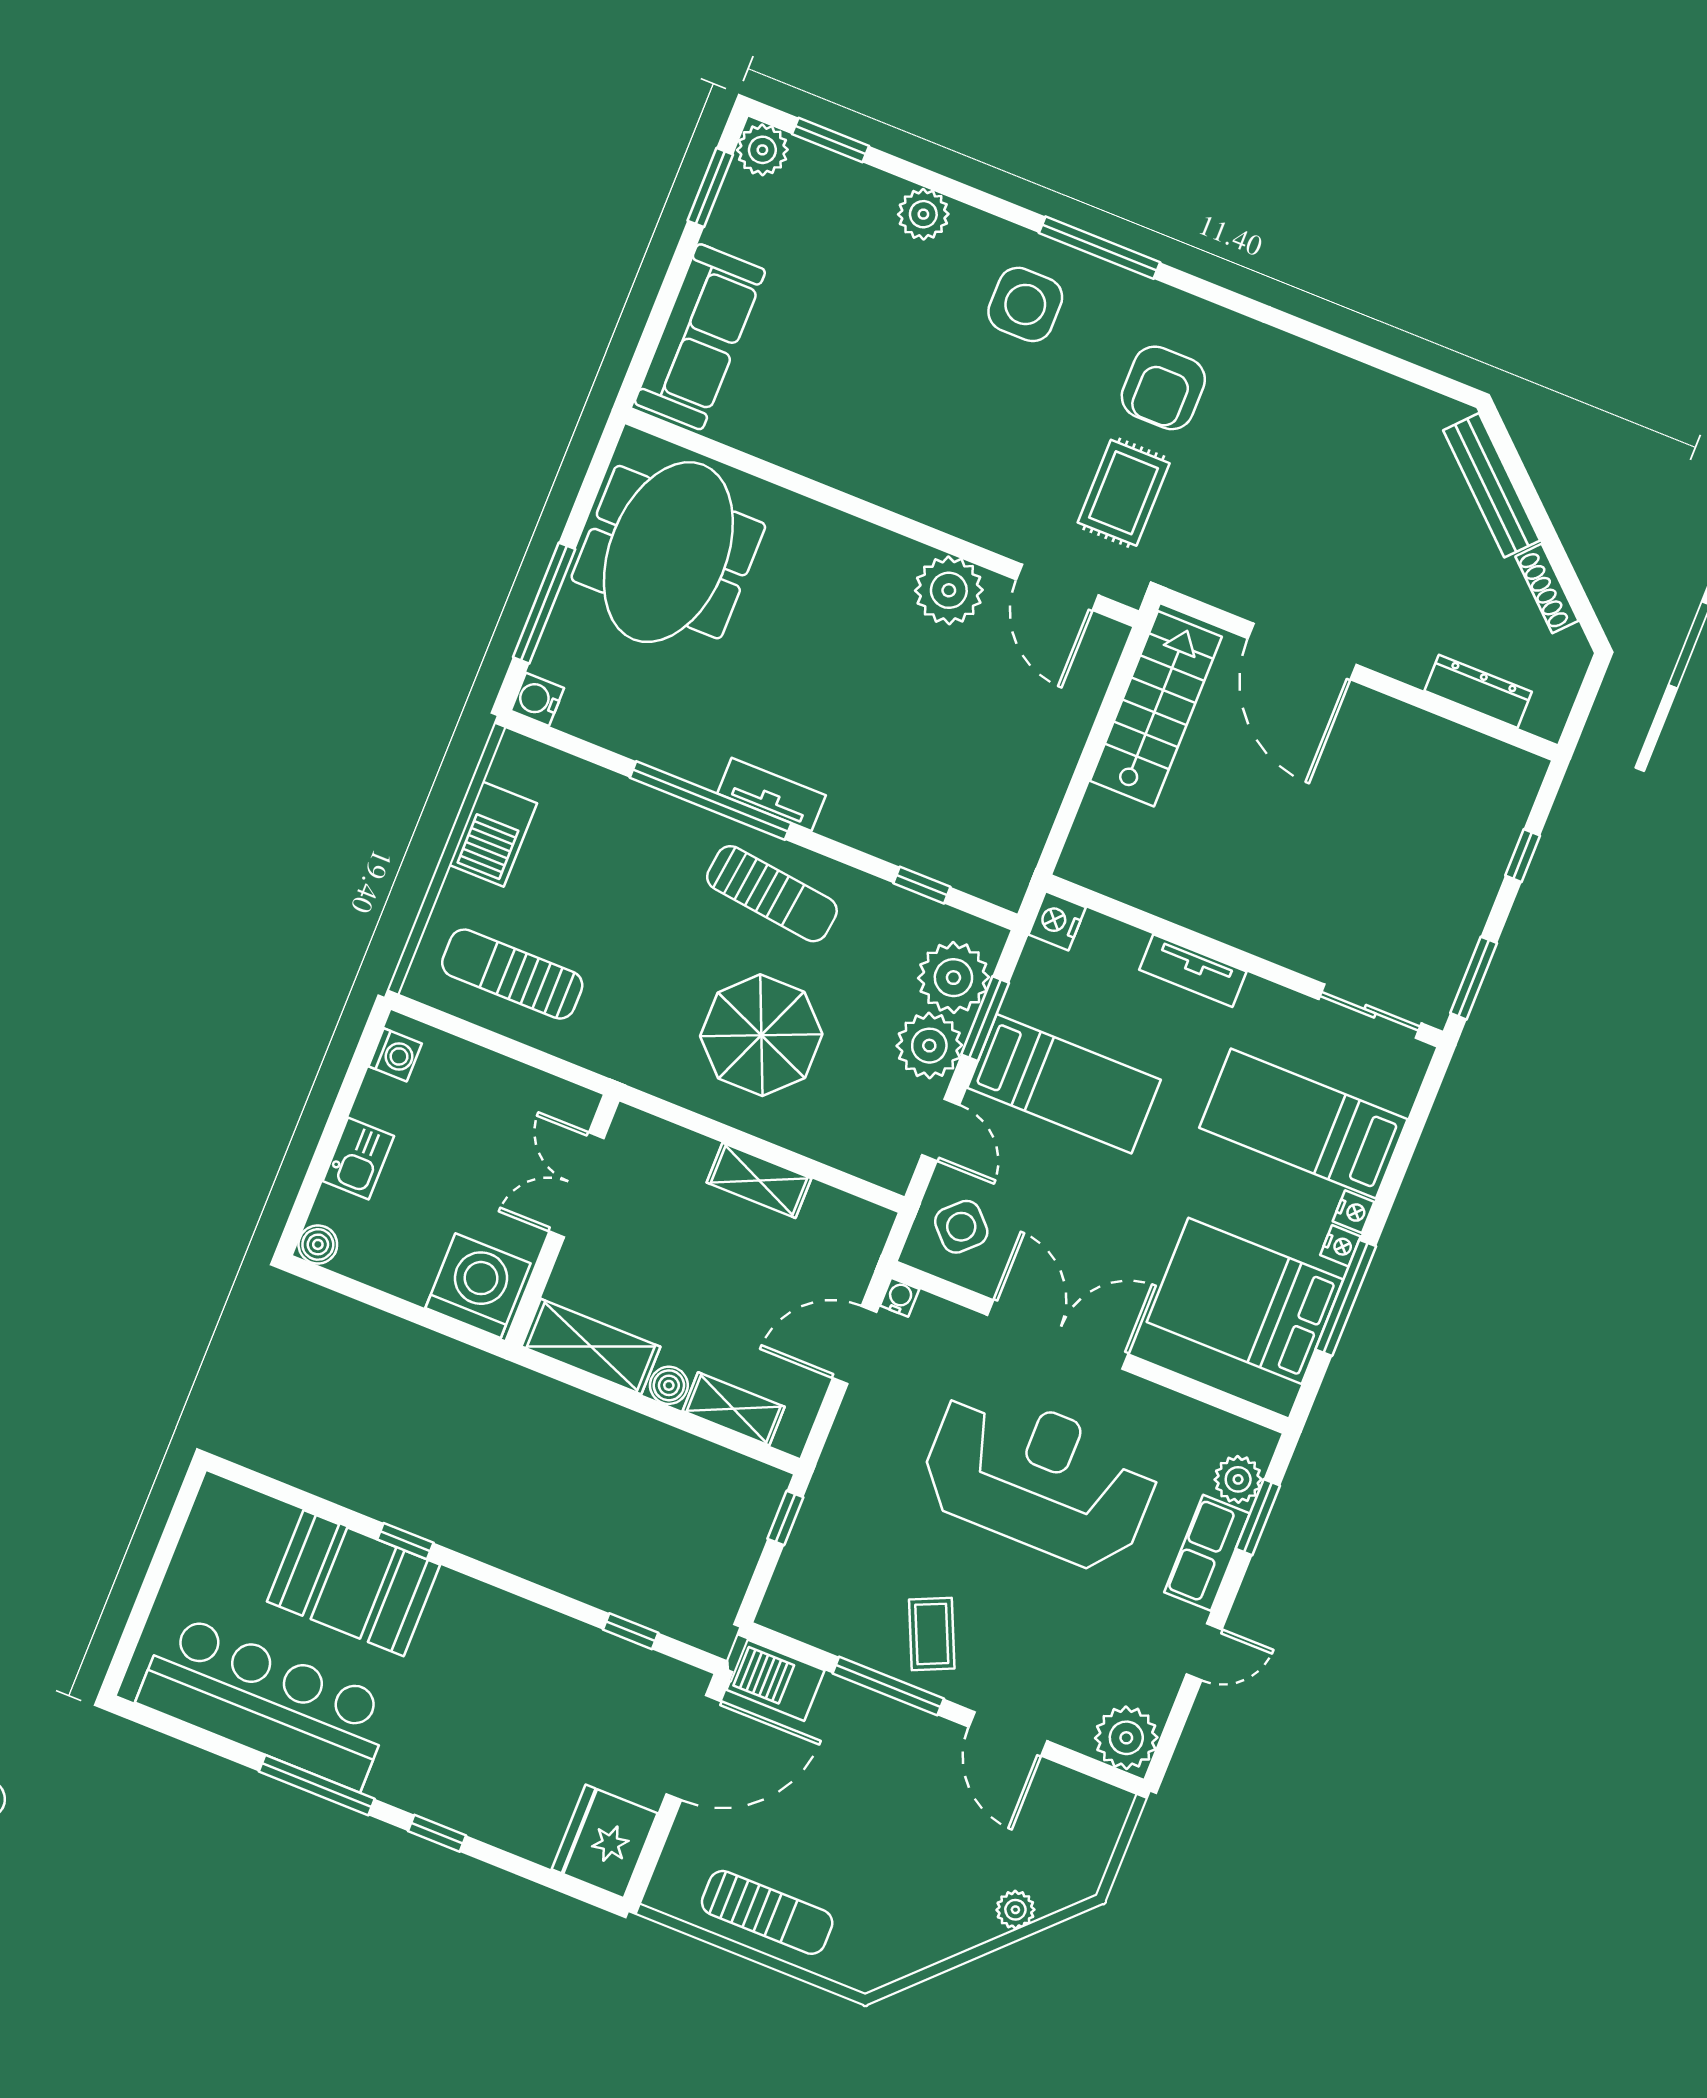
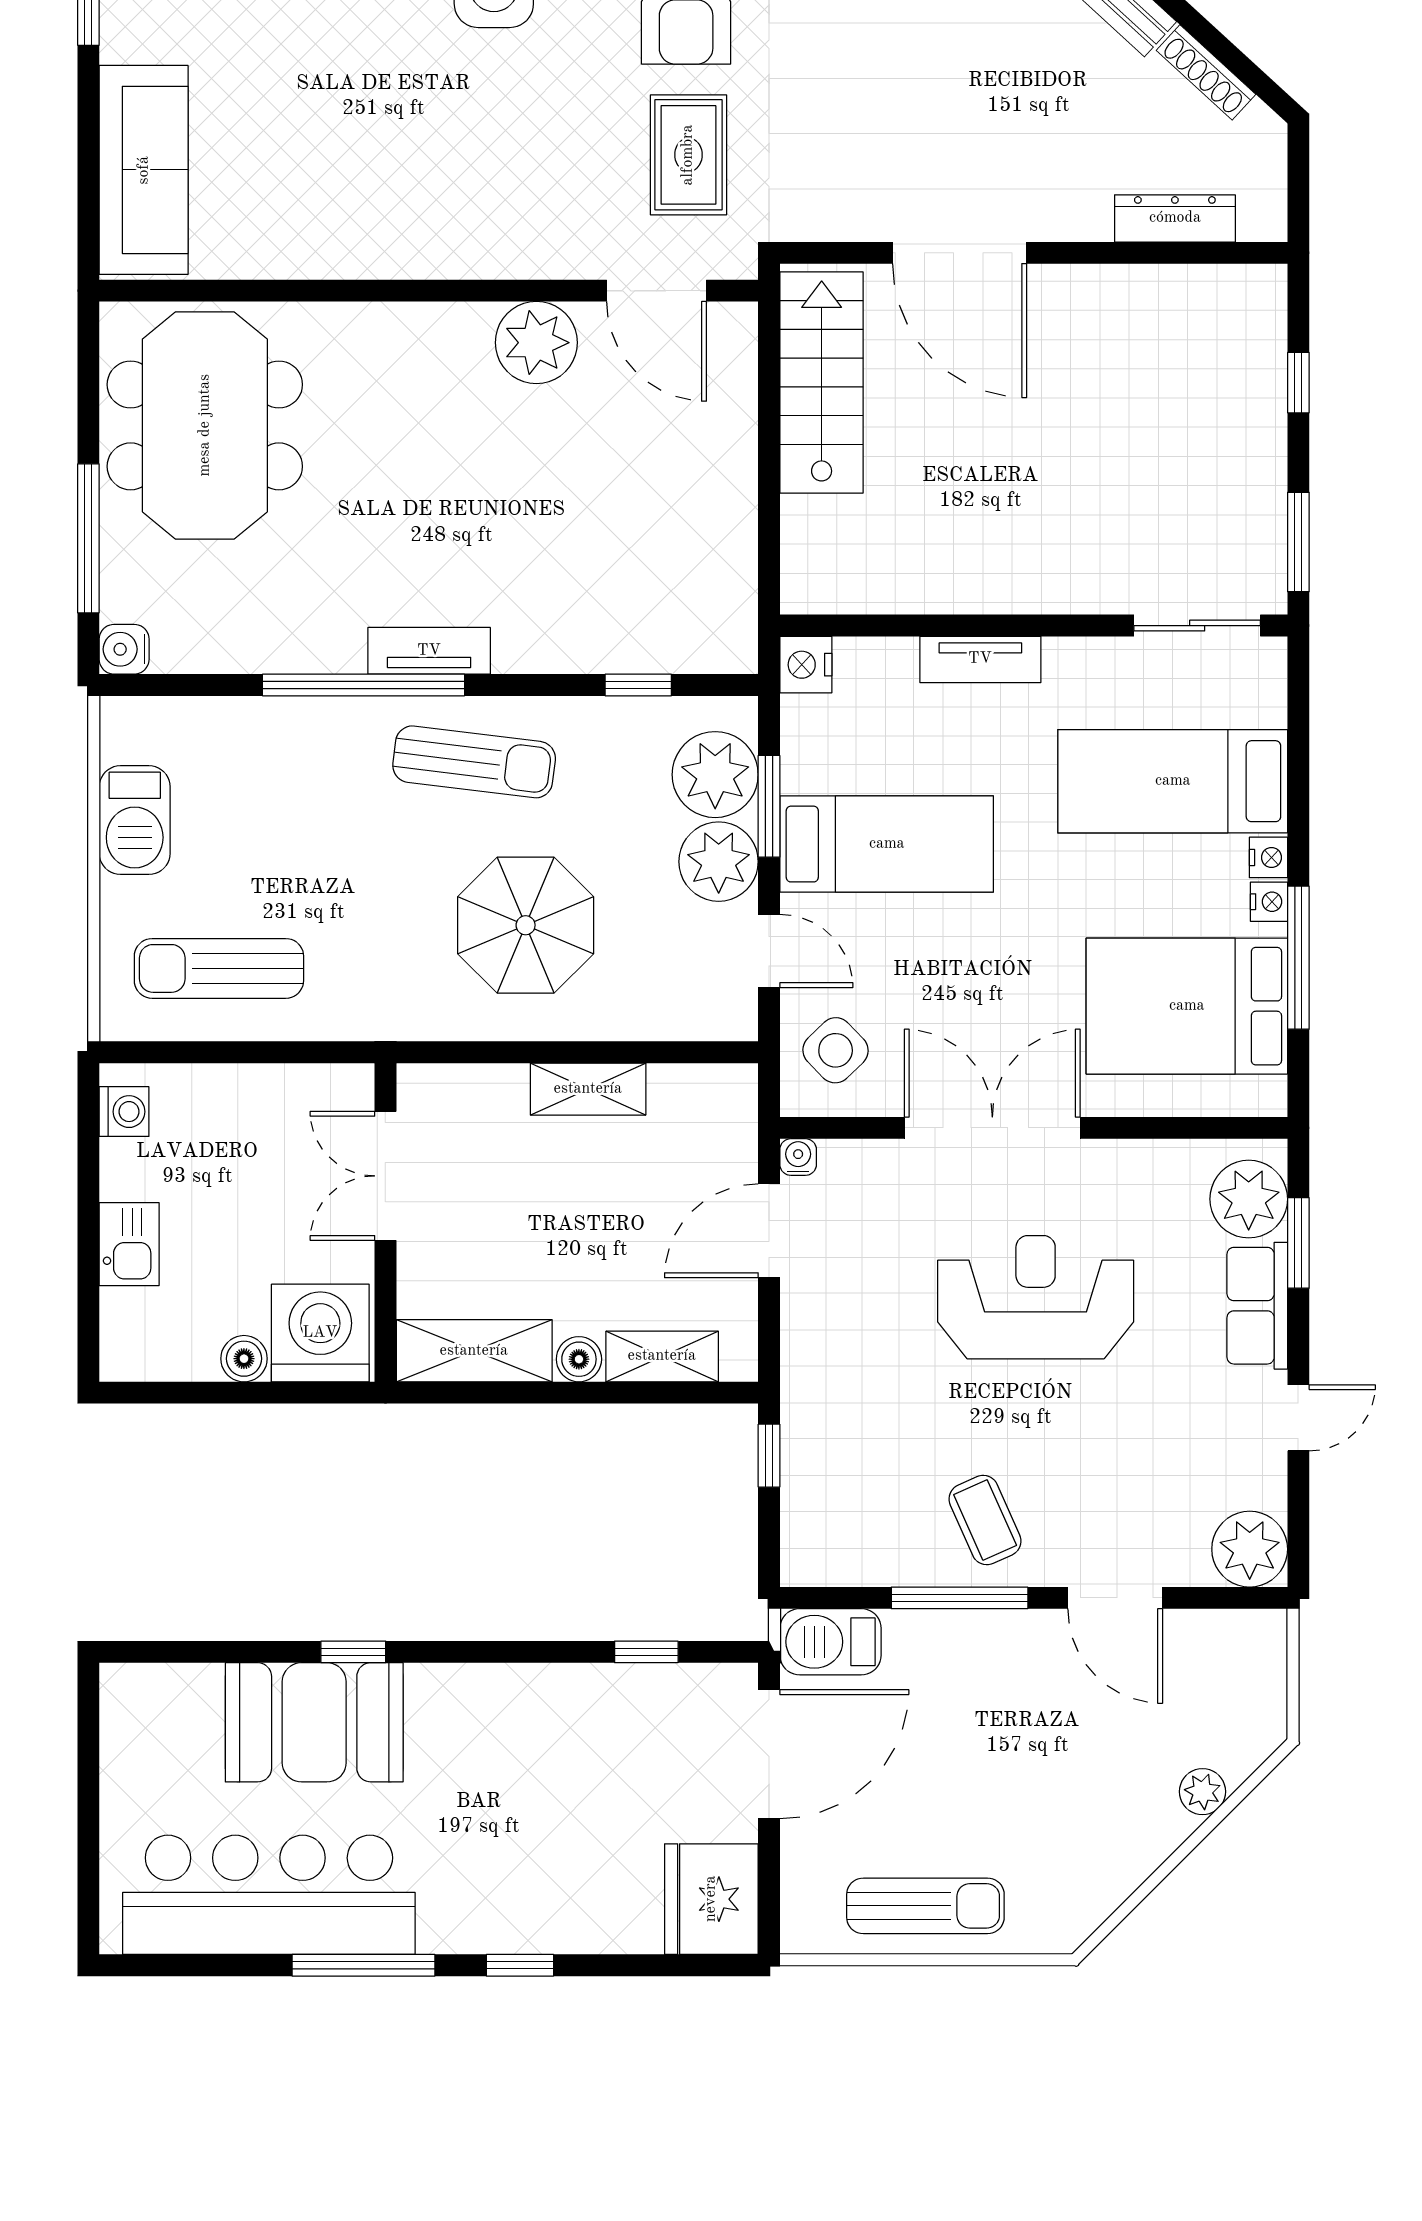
boiler: (318, 1244) -> (244, 1359), moved
reception desk: (1039, 1478) -> (1036, 1297), width x0.74, depth x0.77
plant: (1238, 1479) -> (1249, 1199), width x1.36, depth x1.36

